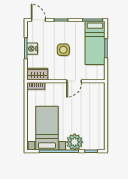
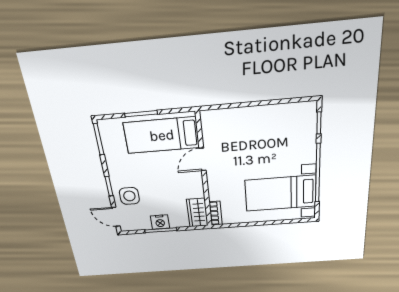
door: (38, 20) -> (116, 217), hinge flipped
bed: (95, 43) -> (162, 135), moved, turned 180
side table: (63, 50) -> (129, 196), moved
door: (74, 81) -> (203, 159), swing flipped
plant: (75, 142) -> (303, 151), removed

